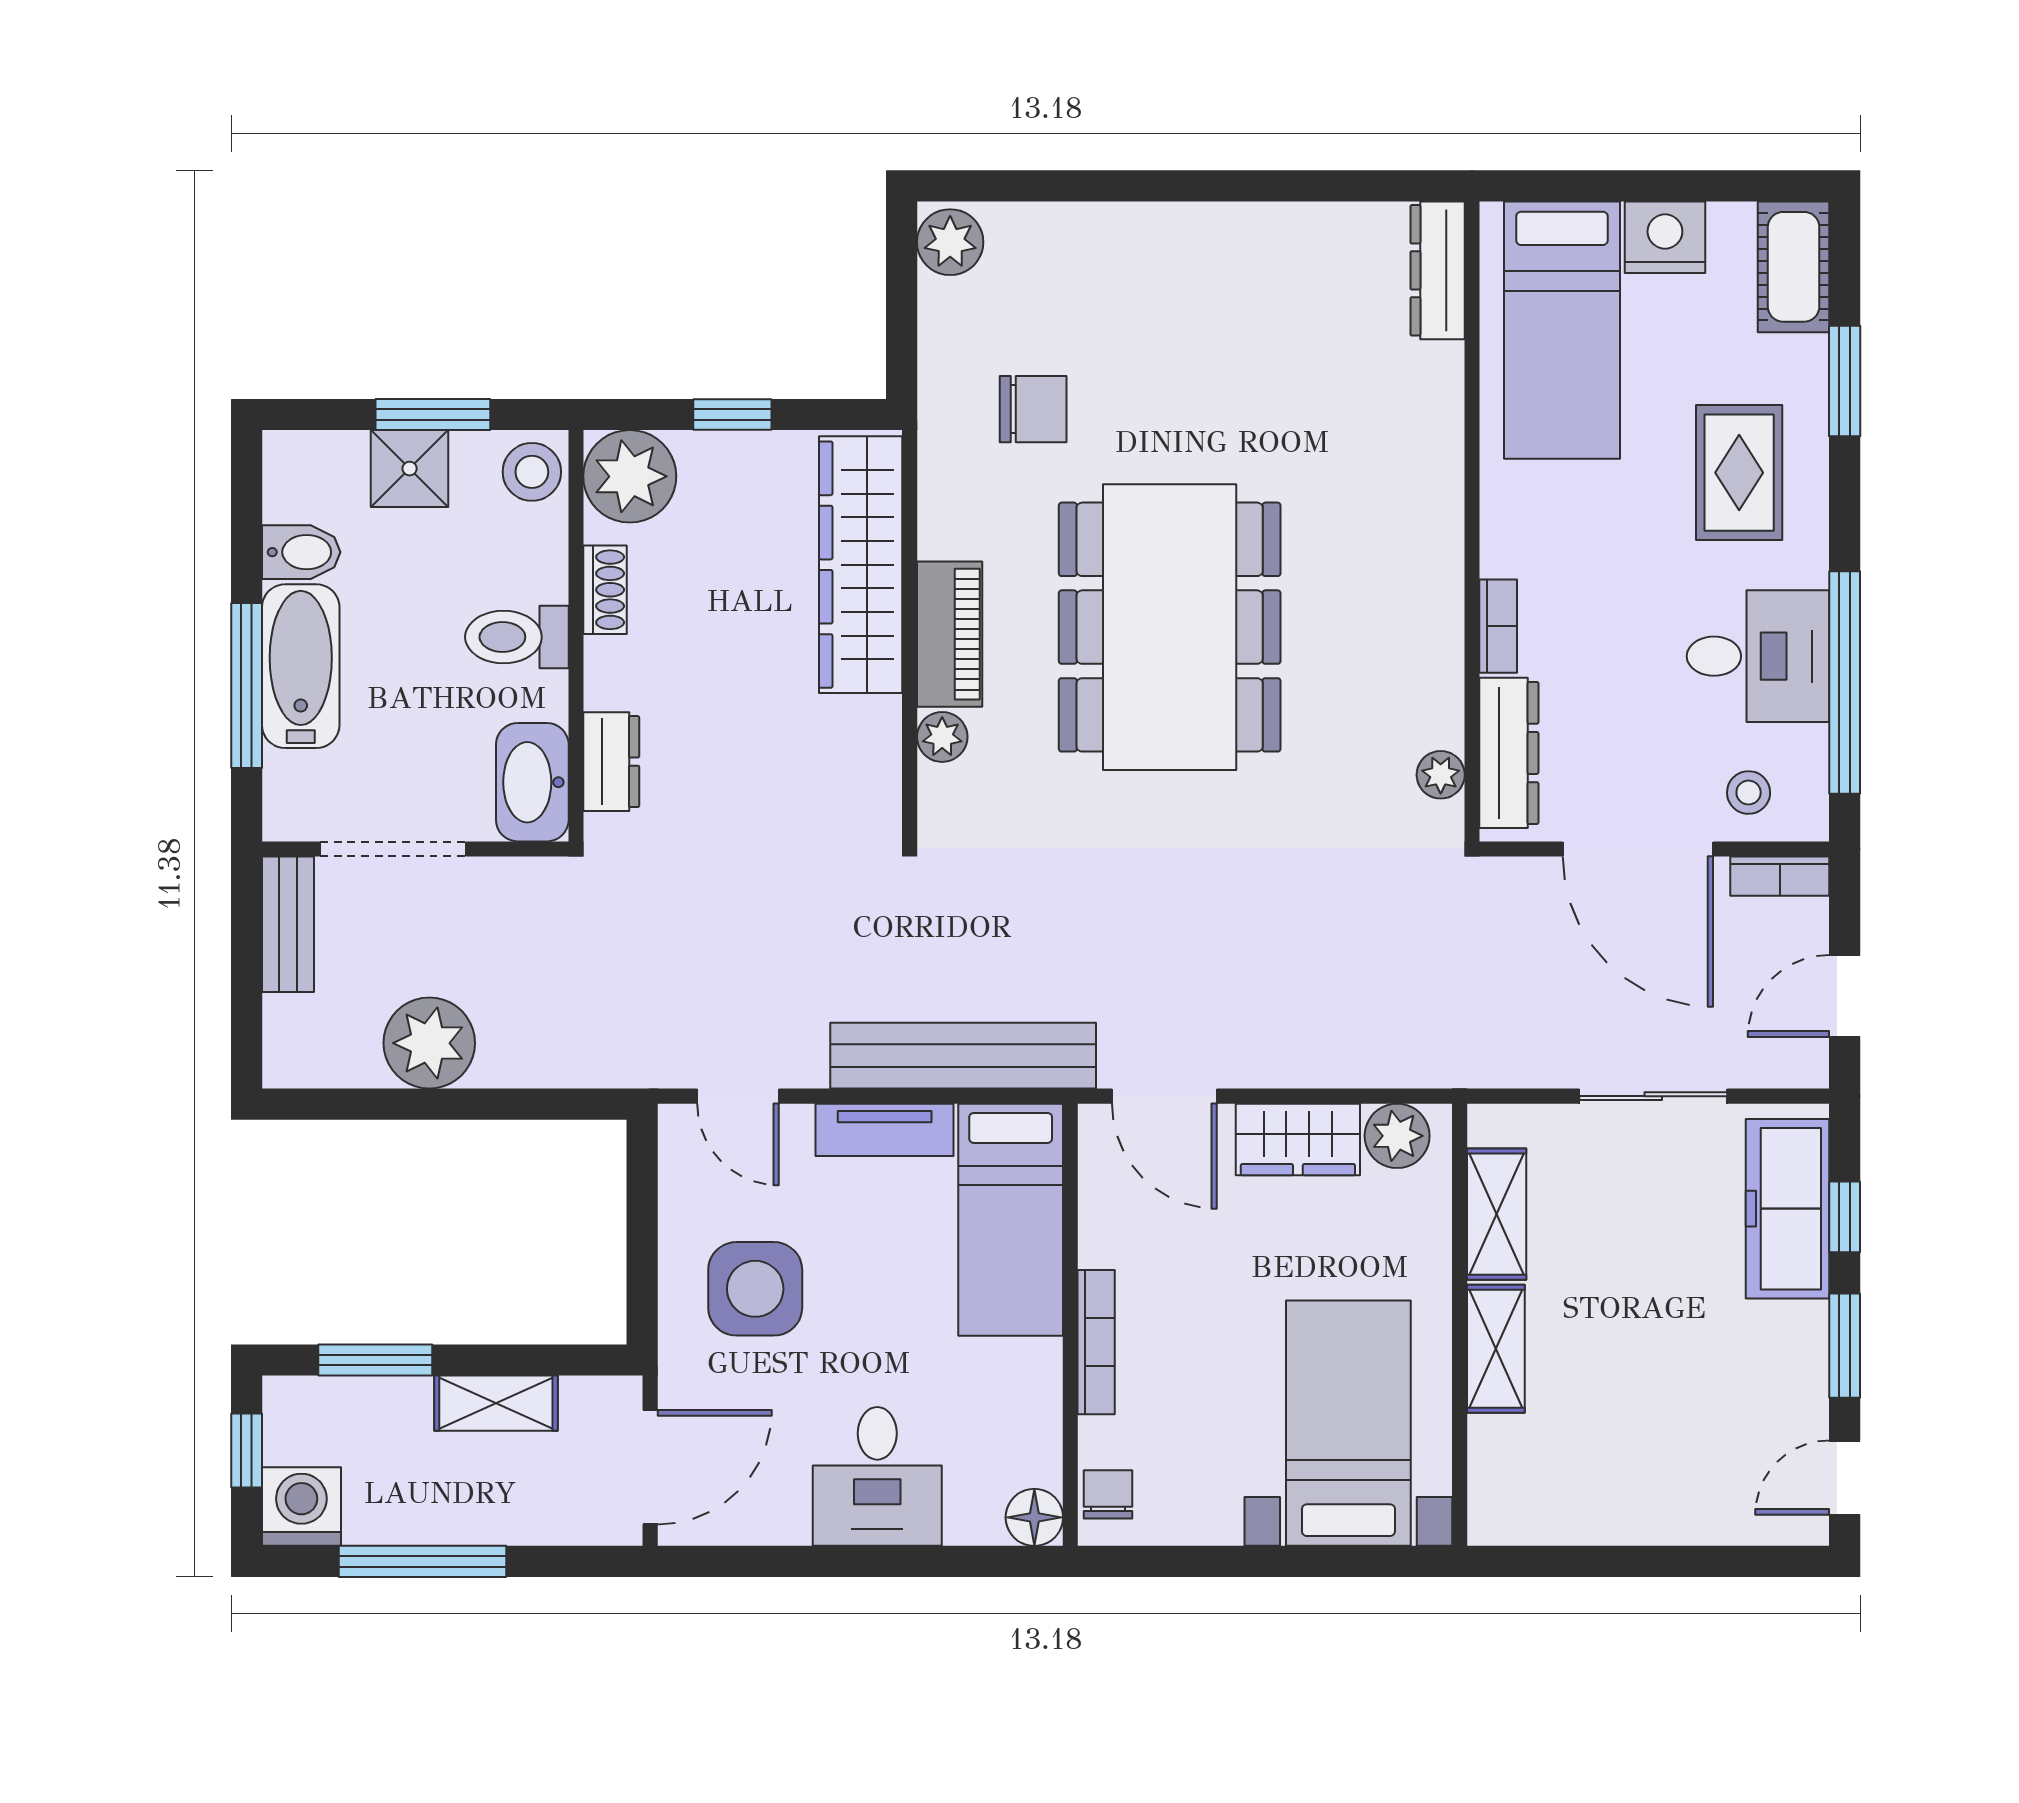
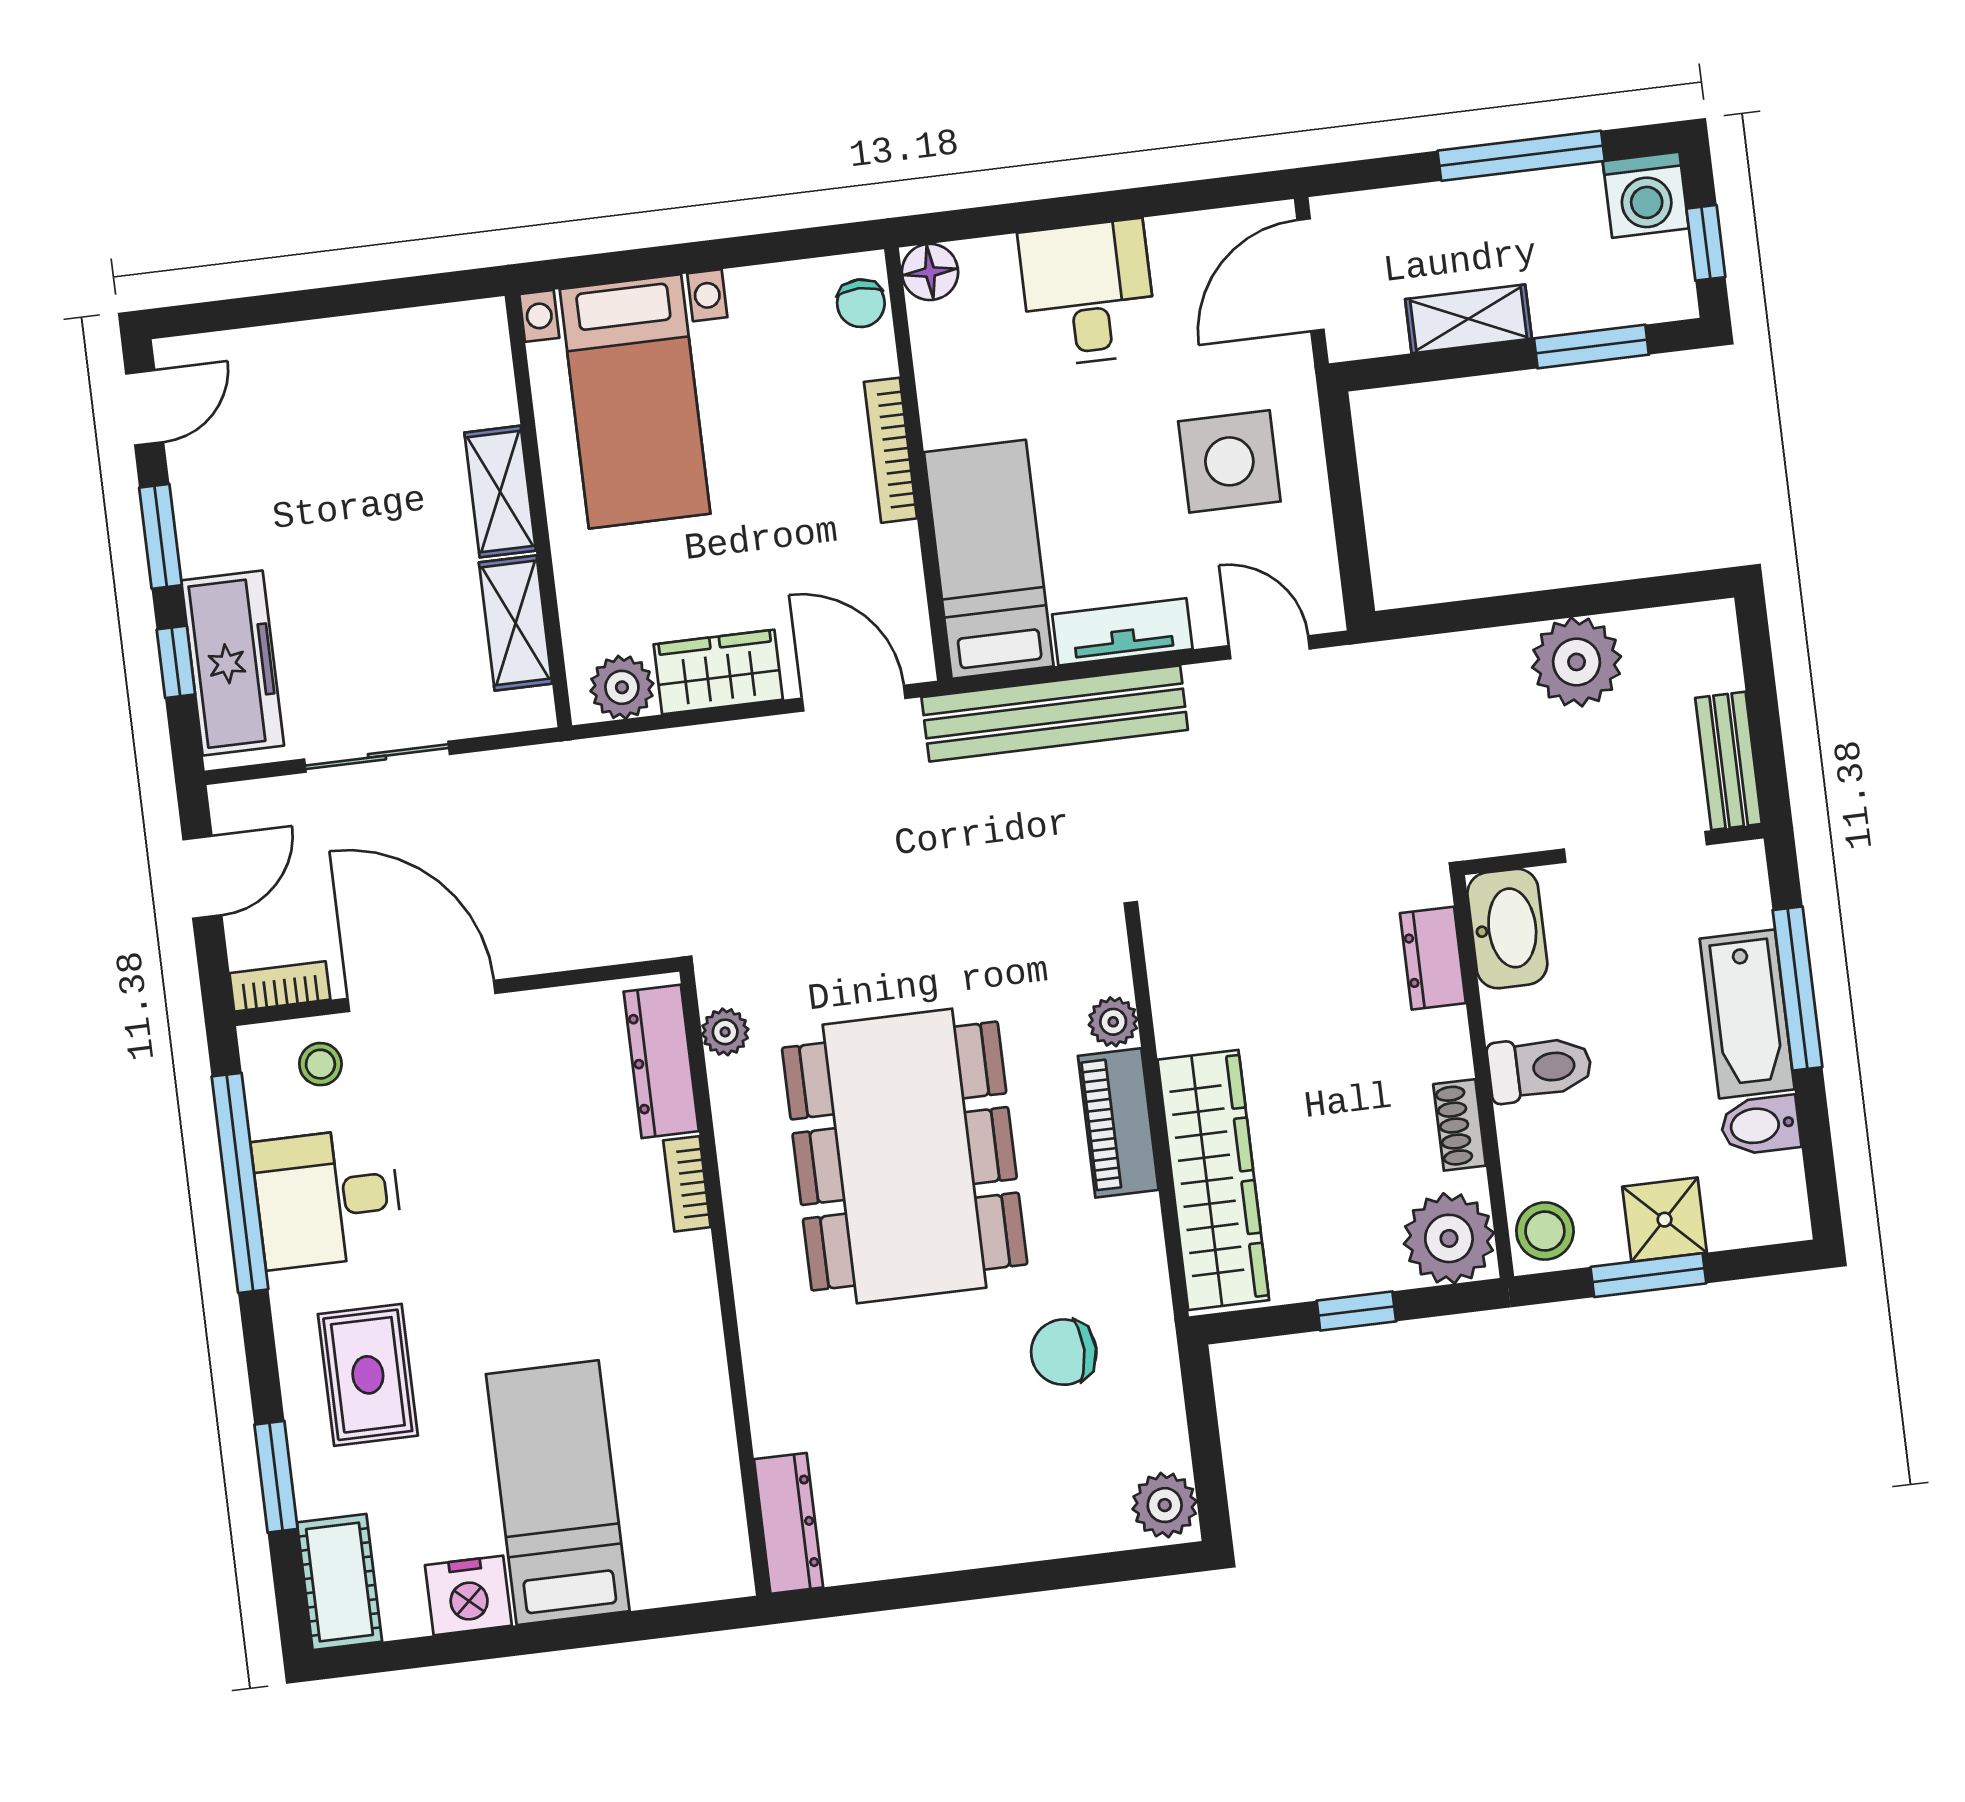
dresser: (1438, 270) -> (789, 1523), moved
wall: (1472, 521) -> (725, 1283), moved
bookcase: (1498, 626) -> (687, 1184), moved
dresser: (1509, 753) -> (661, 1061), moved
plant: (1441, 775) -> (725, 1032), moved

